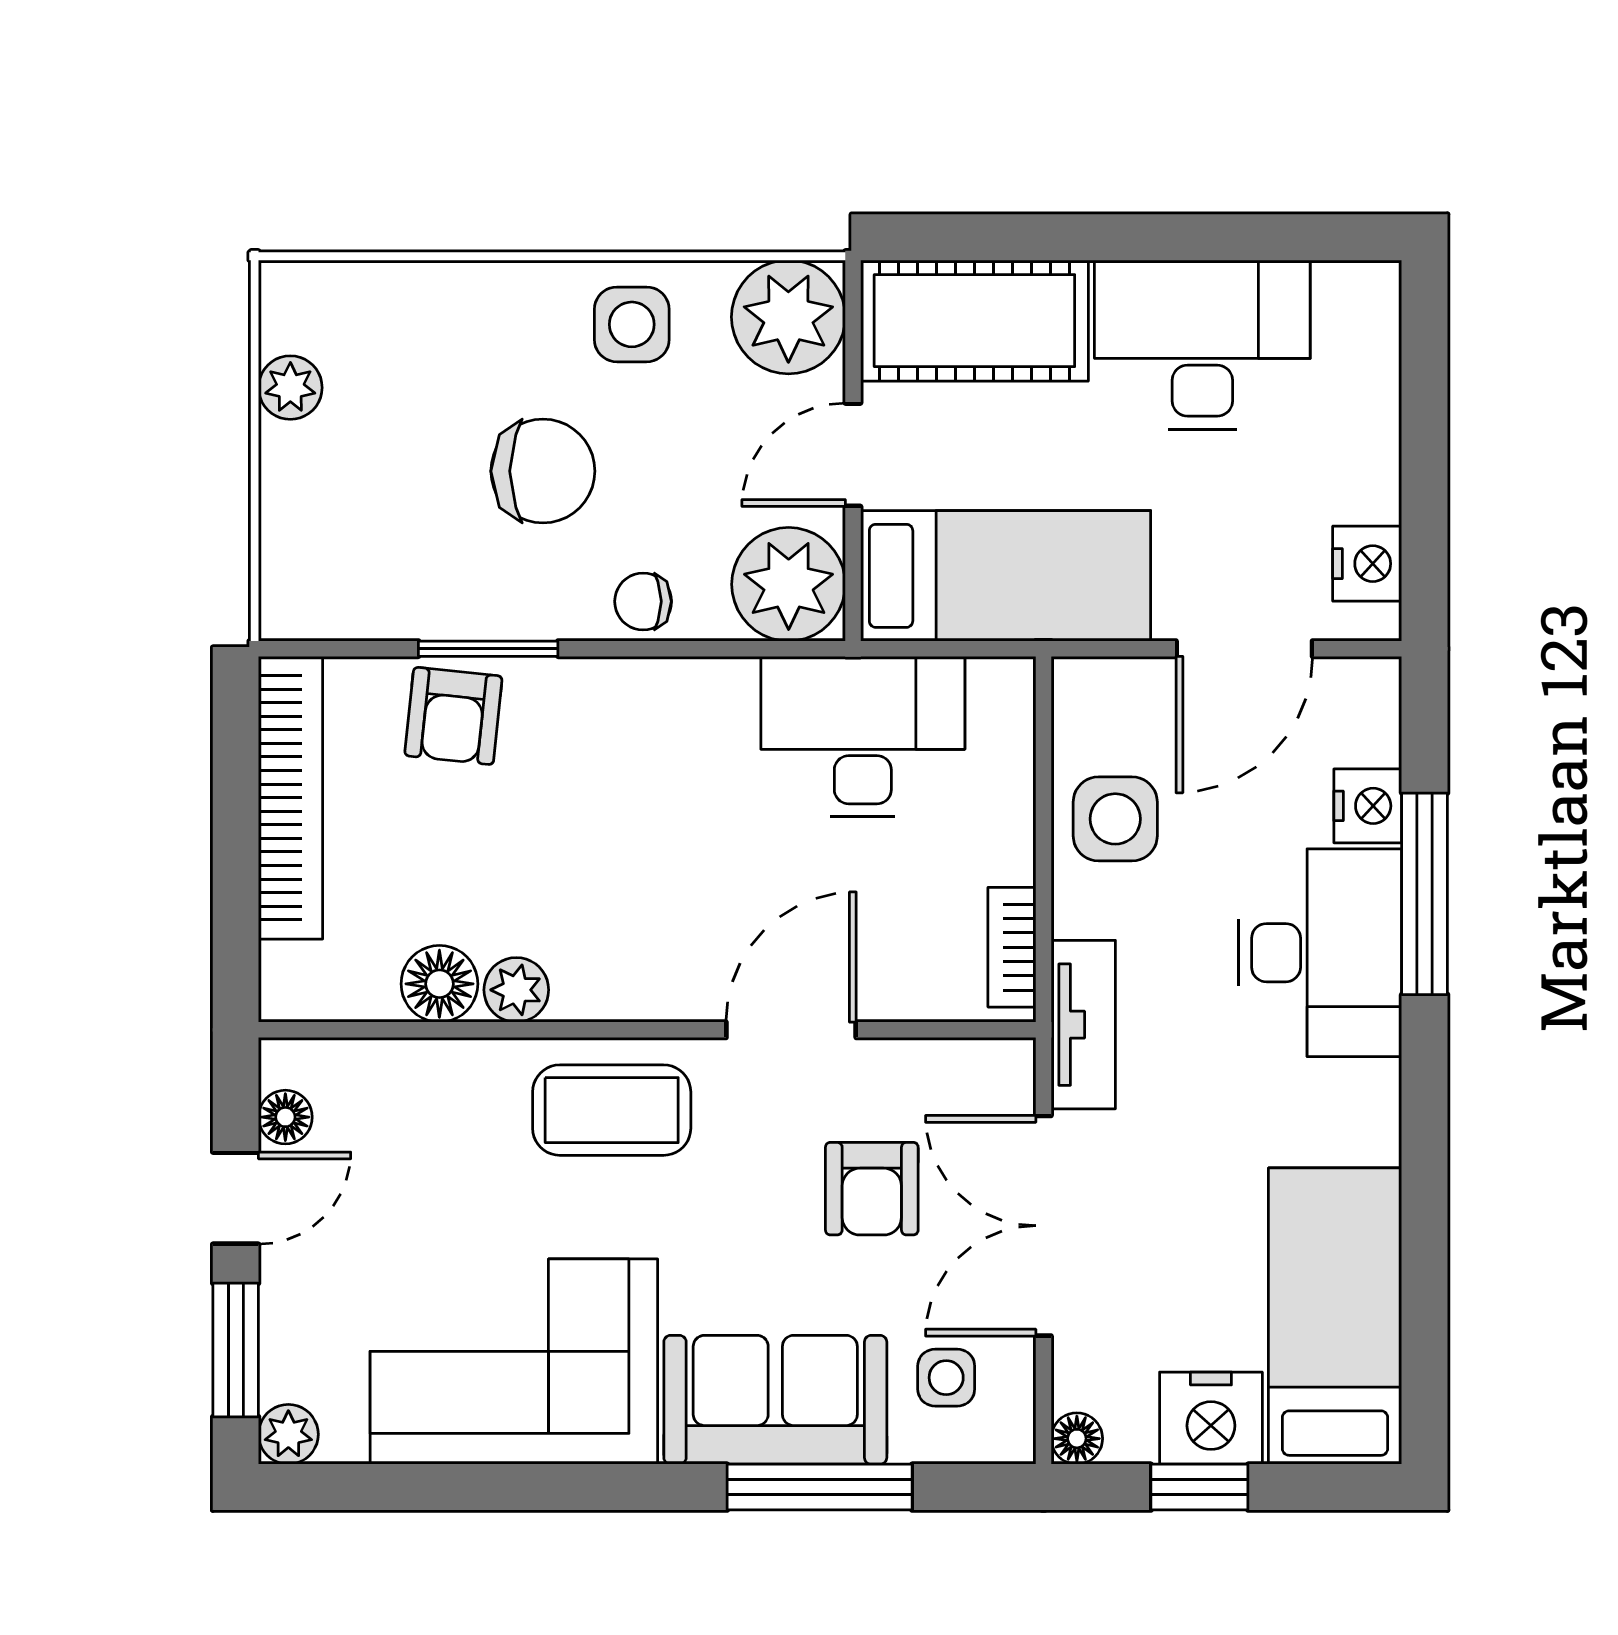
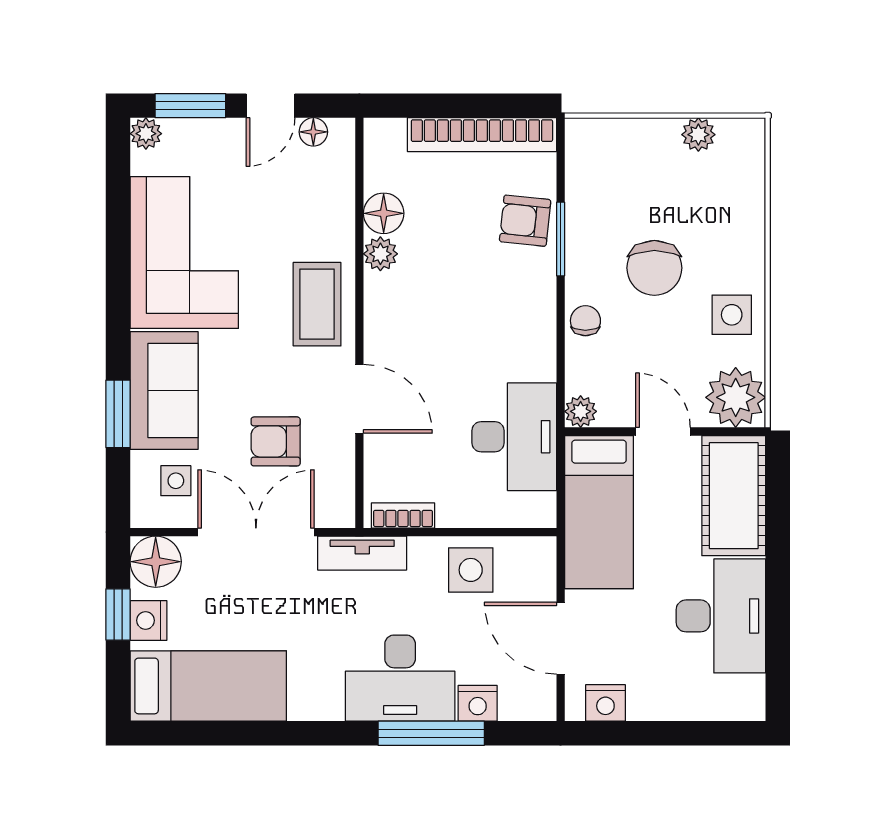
plant: (789, 584) -> (581, 411), width x0.53, depth x0.53
door: (236, 1198) -> (271, 106), hinge flipped
nightstand: (1211, 1418) -> (148, 620), width x0.74, depth x0.75
floor lamp: (1077, 1439) -> (156, 562), width x1.89, depth x1.89
window: (820, 1487) -> (118, 414), width x0.69

